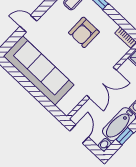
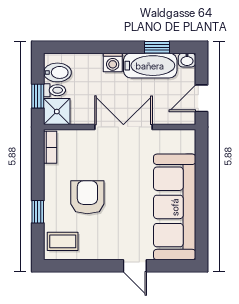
armchair: (84, 32) -> (87, 197), turned -90

